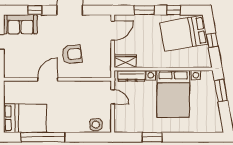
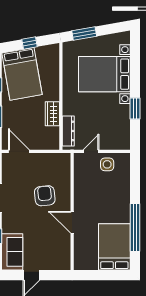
wardrobe: (125, 61) -> (52, 114), moved
bed with nightstands: (173, 94) -> (104, 74), moved, turned 180
side table: (96, 125) -> (107, 164), moved

